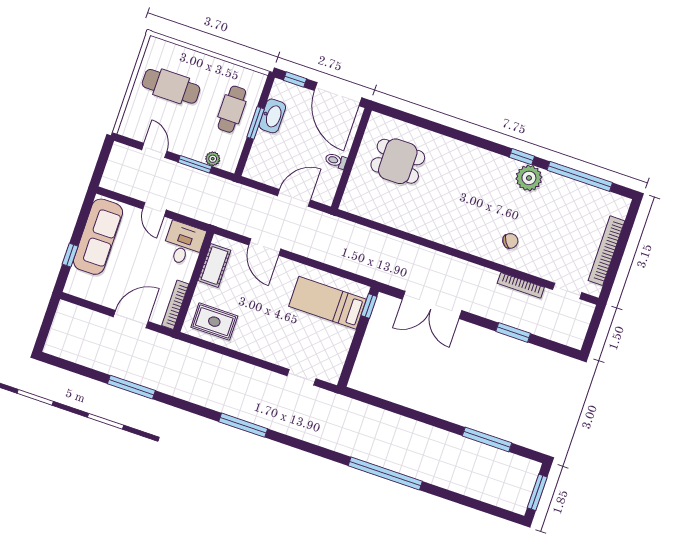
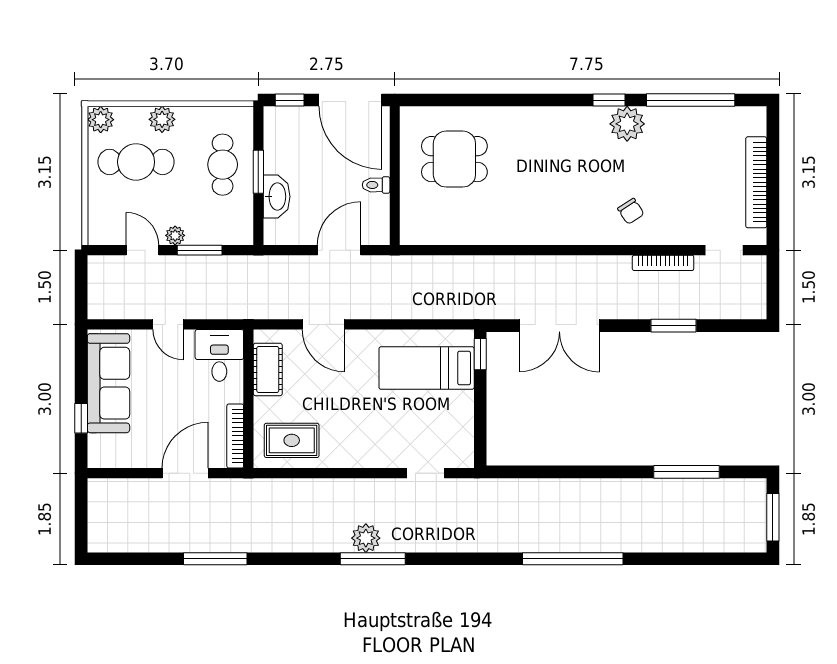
plant: (156, 48) -> (101, 120), added
plant: (200, 62) -> (162, 119), added
washbasin: (272, 116) -> (277, 197), moved
plant: (213, 159) -> (175, 235), moved
chair: (510, 241) -> (631, 211), turned 90
plant: (243, 409) -> (366, 538), added

